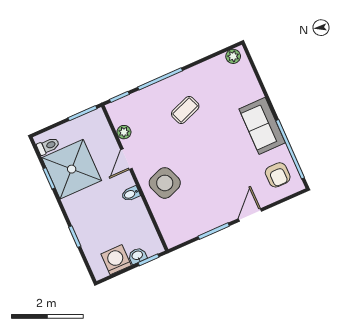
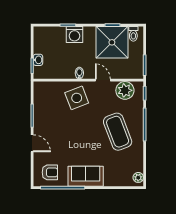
coffee table: (185, 110) -> (118, 132), width x1.86, depth x1.72
plant: (124, 132) -> (125, 90), width x1.88, depth x1.88
armchair: (278, 175) -> (50, 172), turned 180
washing machine: (116, 260) -> (74, 35), moved, turned 90

